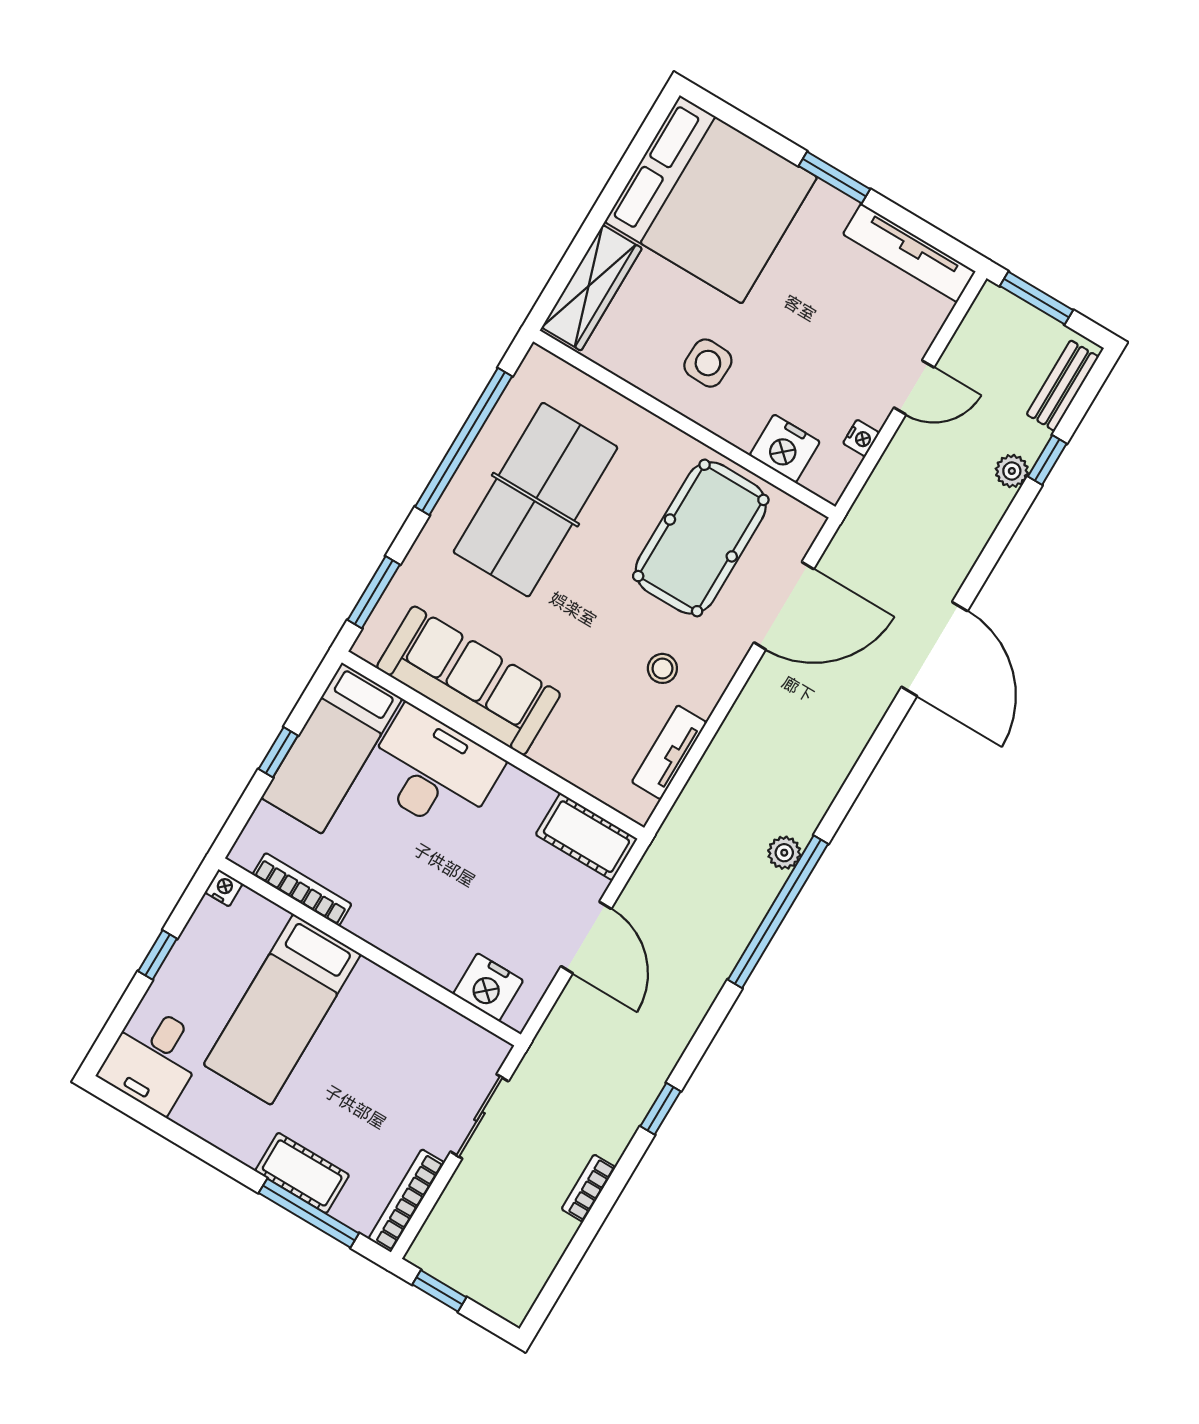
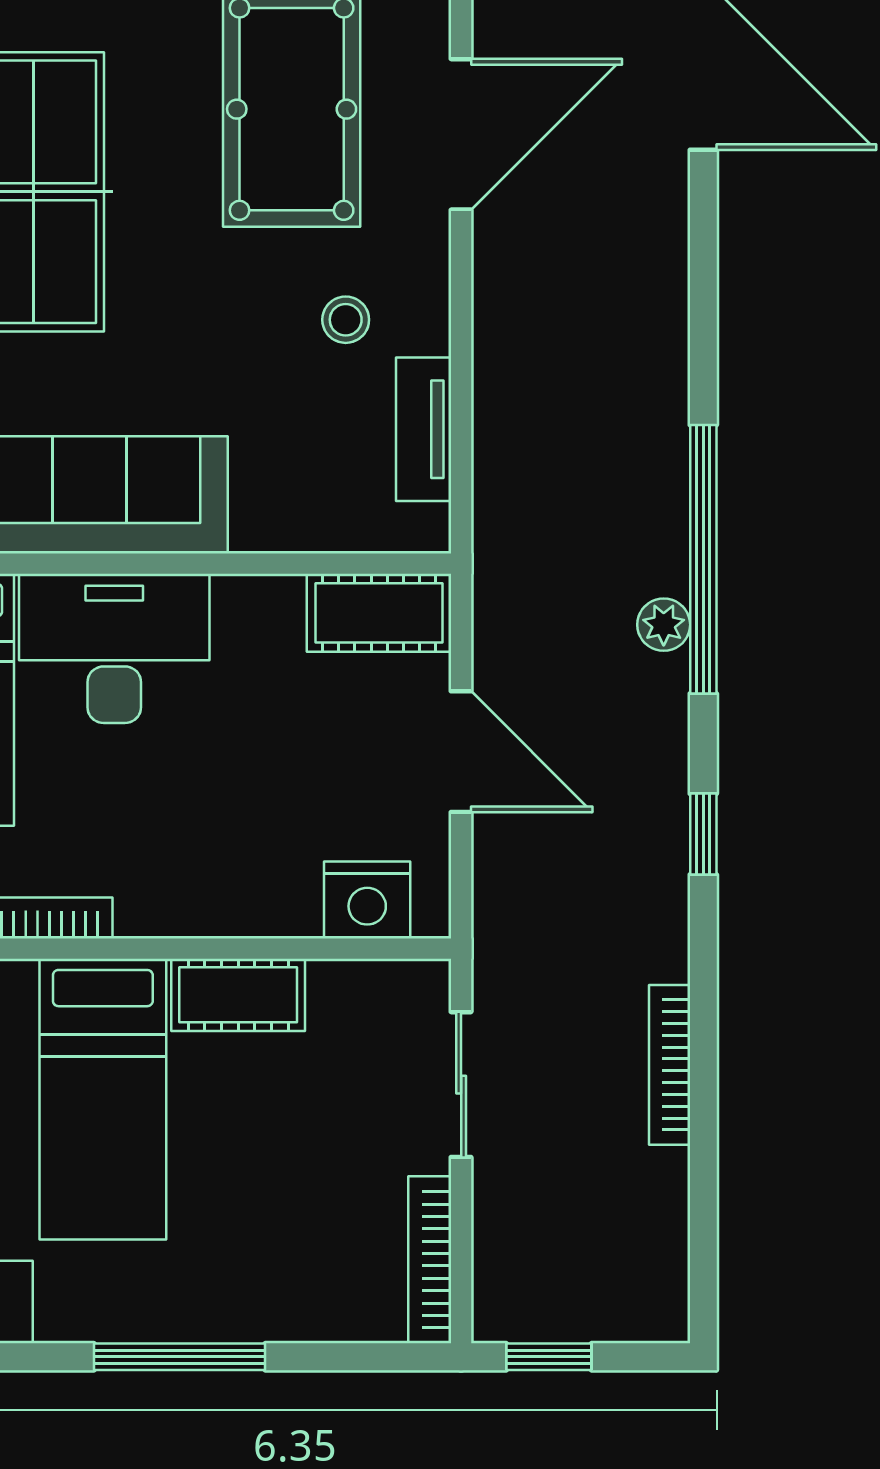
plant: (784, 853) -> (664, 625), moved
window: (660, 1109) -> (703, 834), moved
cot: (302, 1173) -> (238, 995), moved
bookcase: (589, 1188) -> (670, 1065), width x1.56
window: (309, 1213) -> (180, 1357), moved

